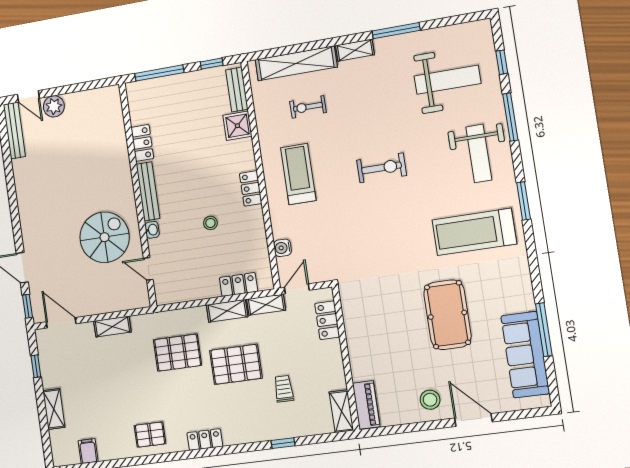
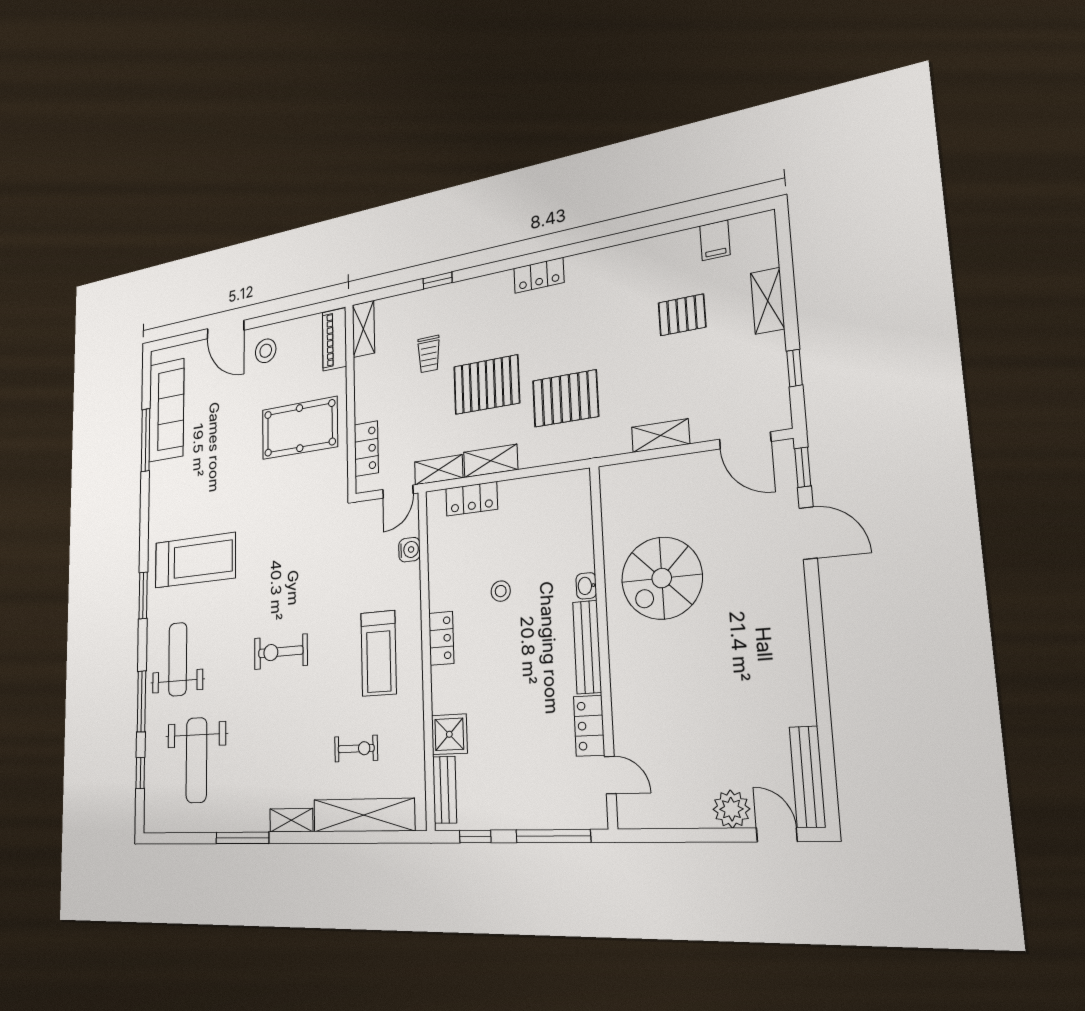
weight bench: (448, 80) -> (196, 760), turned -90
door: (148, 269) -> (610, 775), moved
pool table: (447, 315) -> (300, 428), moved, turned 90
pallet: (150, 435) -> (682, 315), moved

